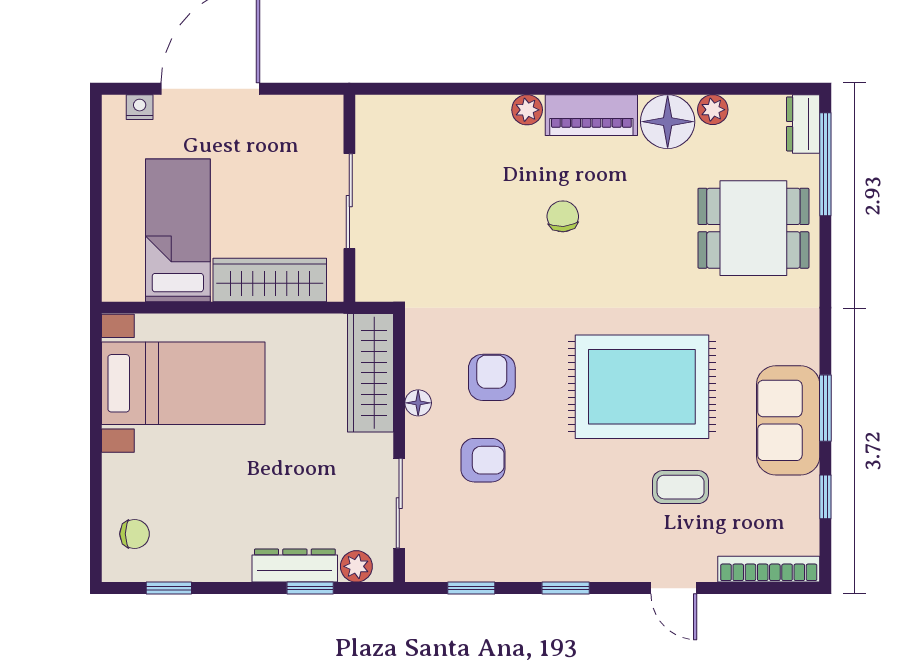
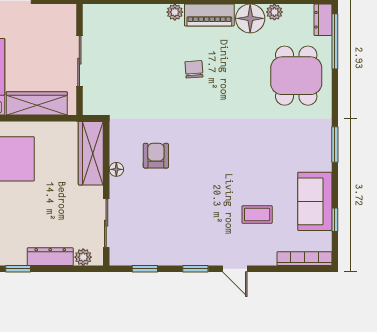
dining table: (753, 228) -> (296, 76), turned 90
rug: (642, 387) -> (236, 161), removed
window: (825, 408) -> (335, 145), moved
sofa: (788, 420) -> (315, 201), moved
armchair: (483, 460) -> (151, 200), removed
window: (310, 588) -> (18, 269), moved
door: (674, 588) -> (235, 269), moved

